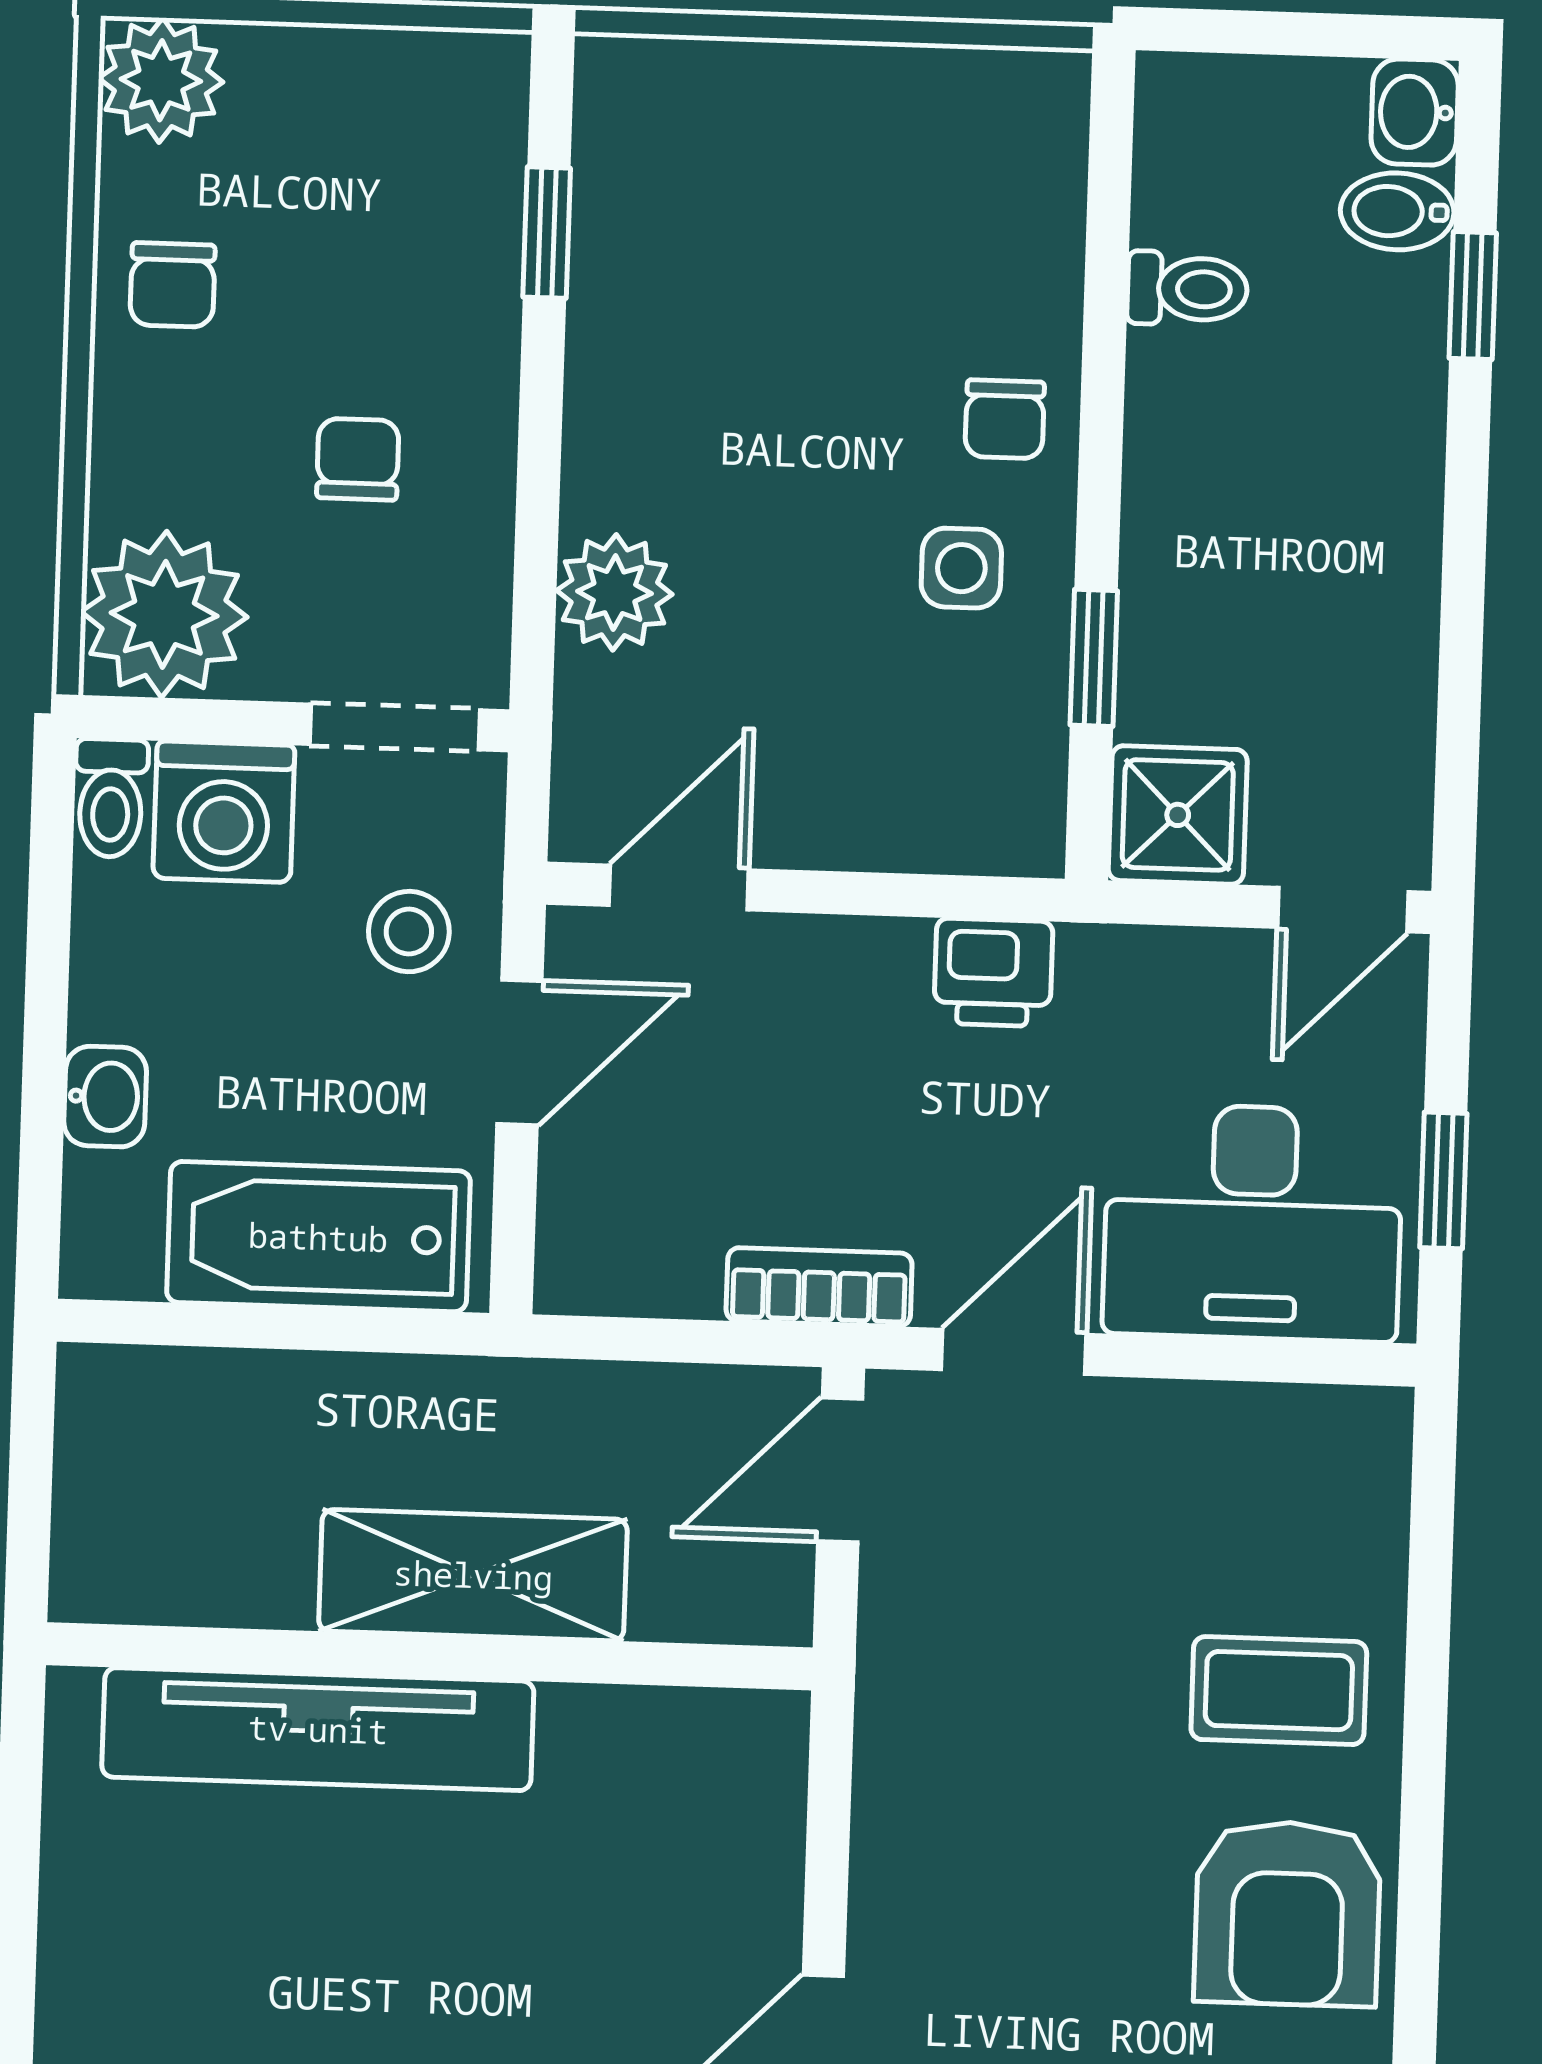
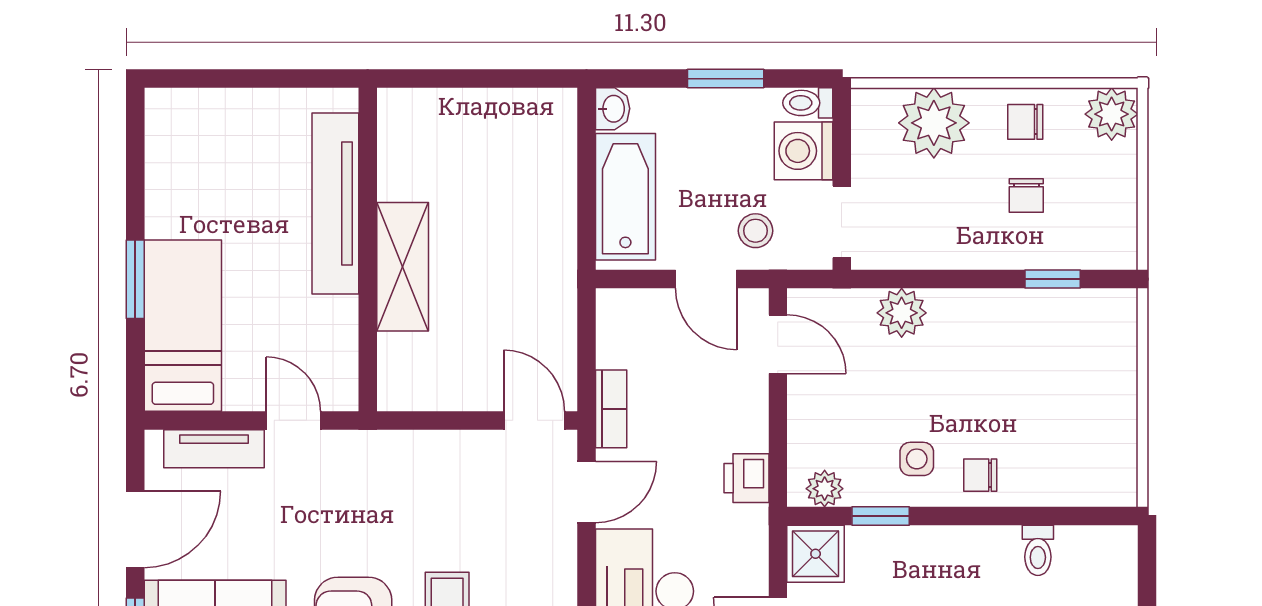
chair: (358, 459) -> (1026, 195), moved, turned 90
plant: (164, 614) -> (934, 123), moved
plant: (1024, 788) -> (825, 489), added
window: (47, 990) -> (726, 79), added
washbasin: (105, 1097) -> (613, 109), moved, turned -90
door: (1014, 1352) -> (586, 492), hinge flipped
shelving: (473, 1575) -> (403, 267), moved
wall: (429, 1656) -> (368, 249), moved
tv unit: (318, 1729) -> (335, 203), moved

